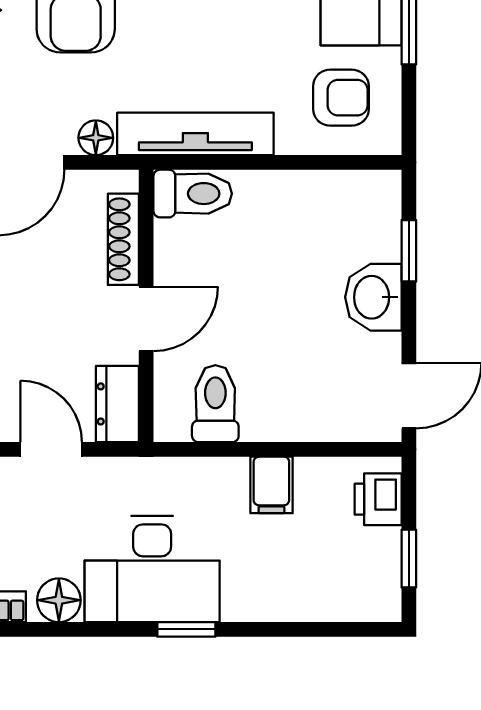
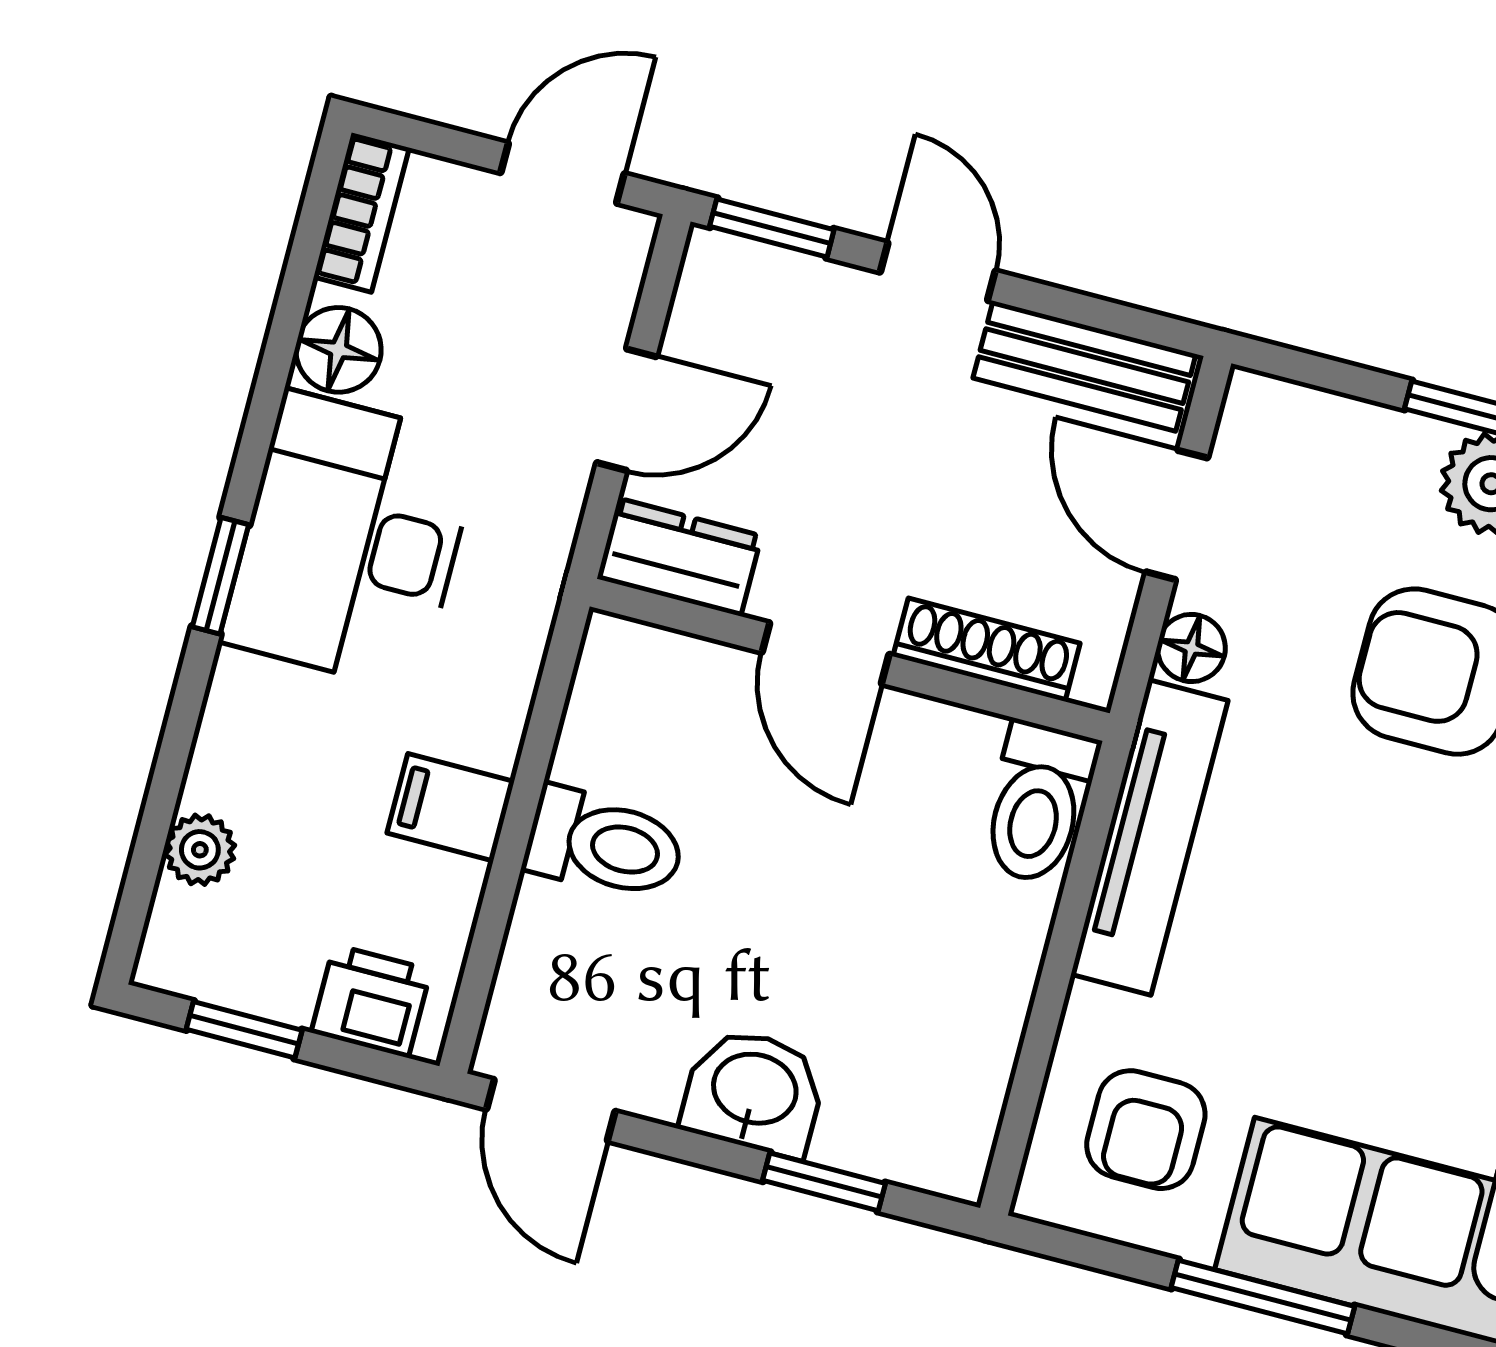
toilet: (215, 404) -> (605, 844), moved
plant: (325, 604) -> (200, 850), added

